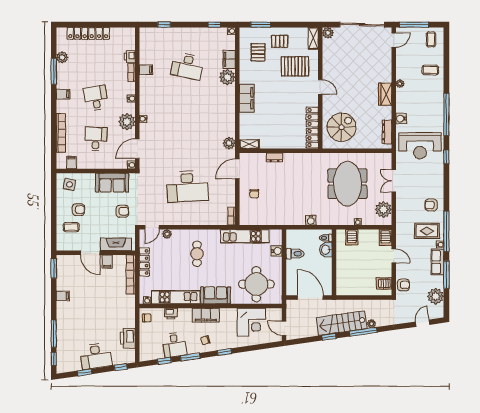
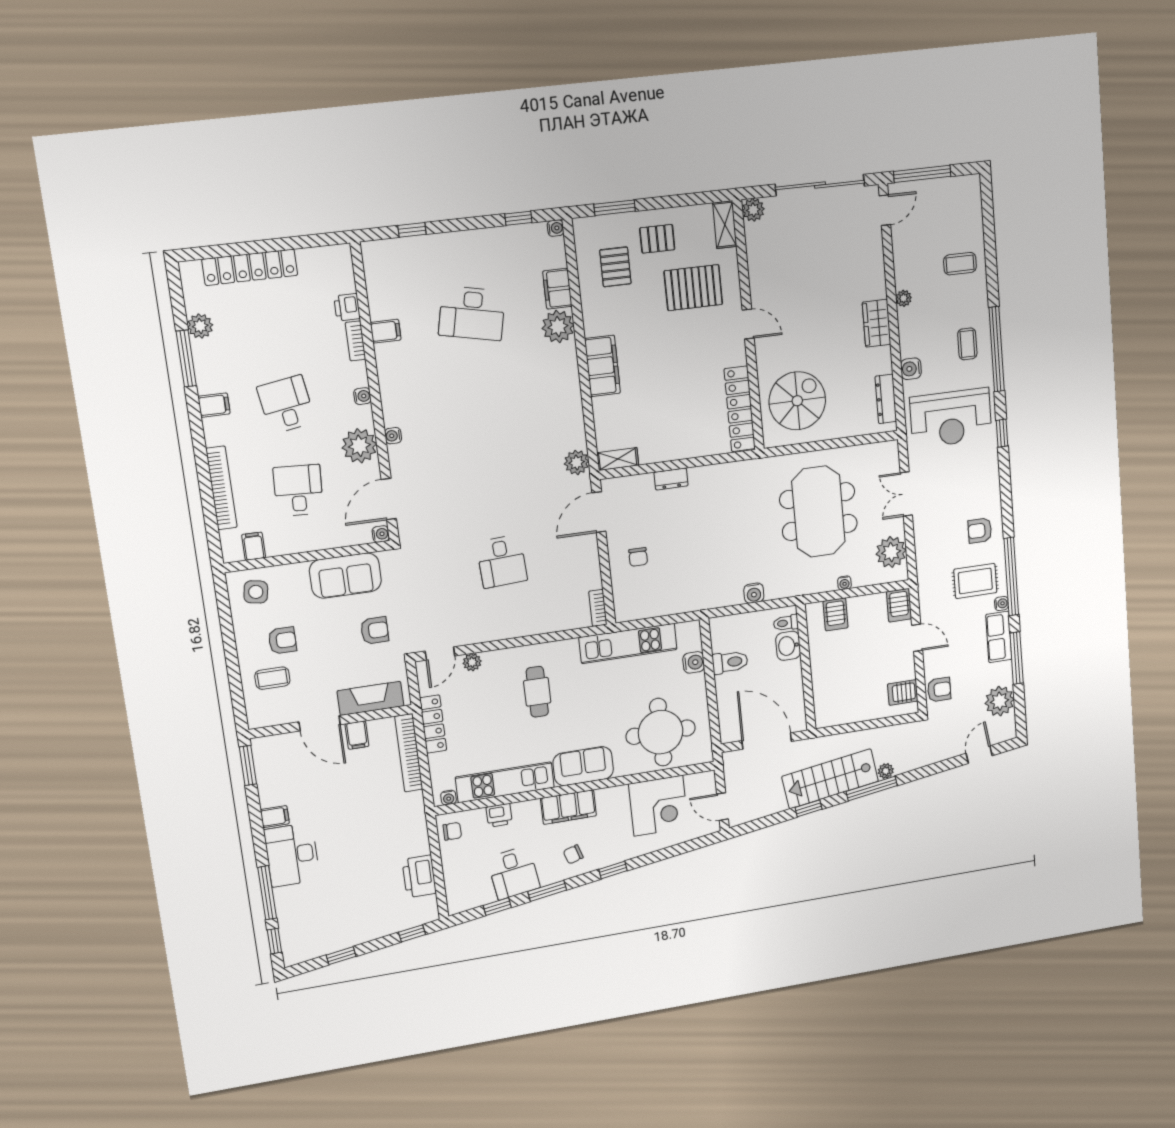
coffee table: (431, 39) -> (967, 344), moved
desk: (187, 186) -> (502, 561), width x0.53, depth x0.77
desk: (96, 356) -> (292, 855), moved, turned 98

